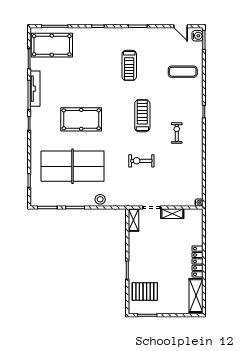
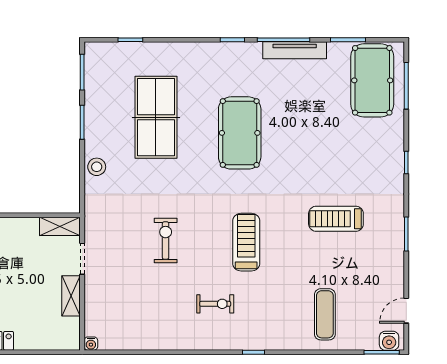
treadmill: (142, 116) -> (246, 242), turned -90
table tennis table: (72, 166) -> (156, 117), width x0.73, depth x0.76

